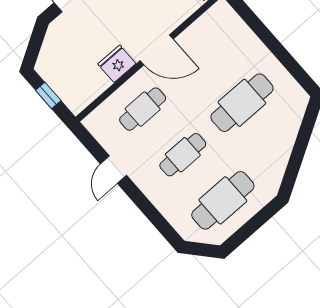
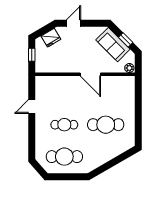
fridge: (117, 64) -> (51, 38), moved, turned 150
cafe table: (143, 109) -> (64, 93), removed

